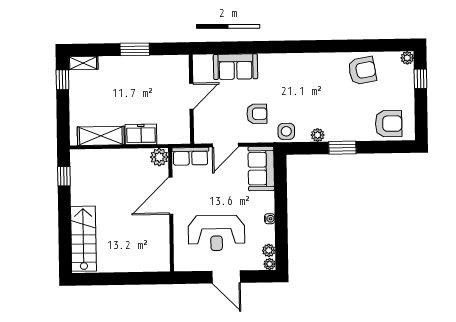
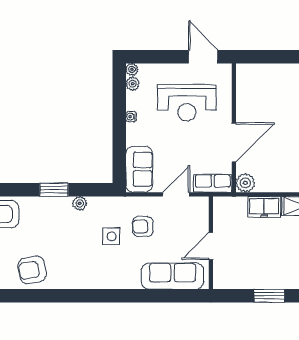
sofa: (235, 67) -> (173, 276), width x1.36
side table: (286, 131) -> (111, 236), moved
reception desk: (216, 233) -> (187, 103), turned 180
door: (226, 277) -> (203, 57), moved

